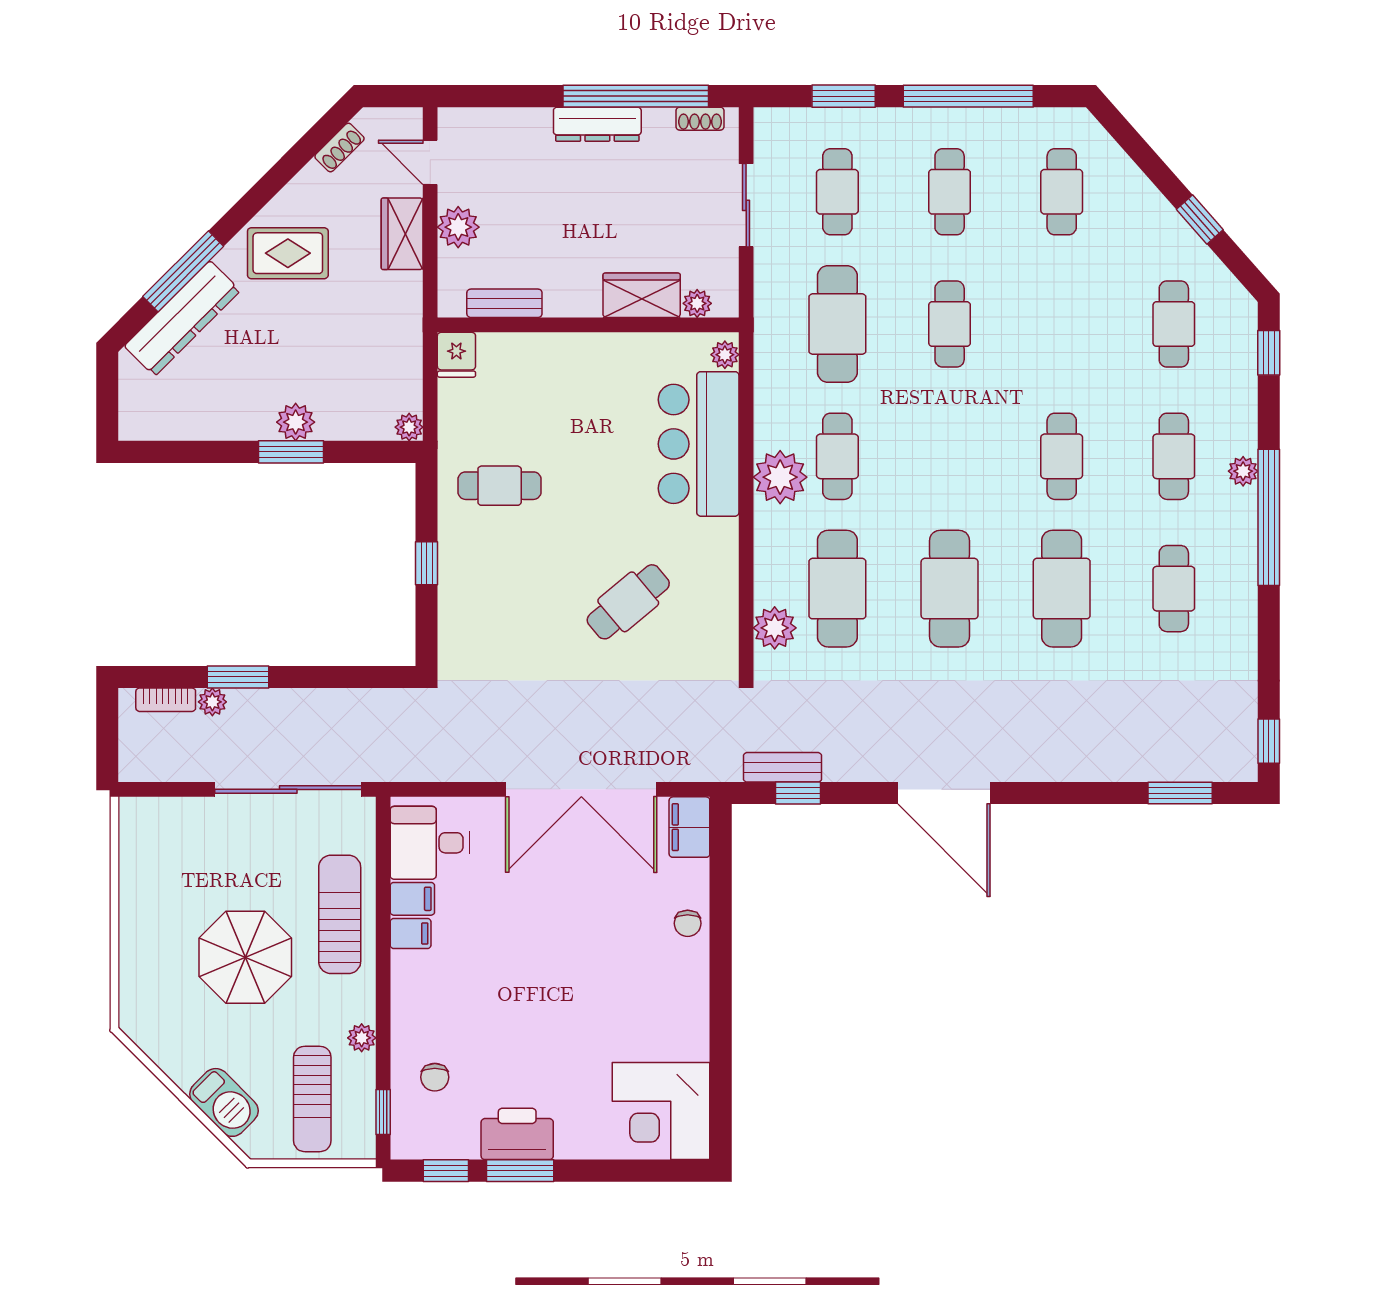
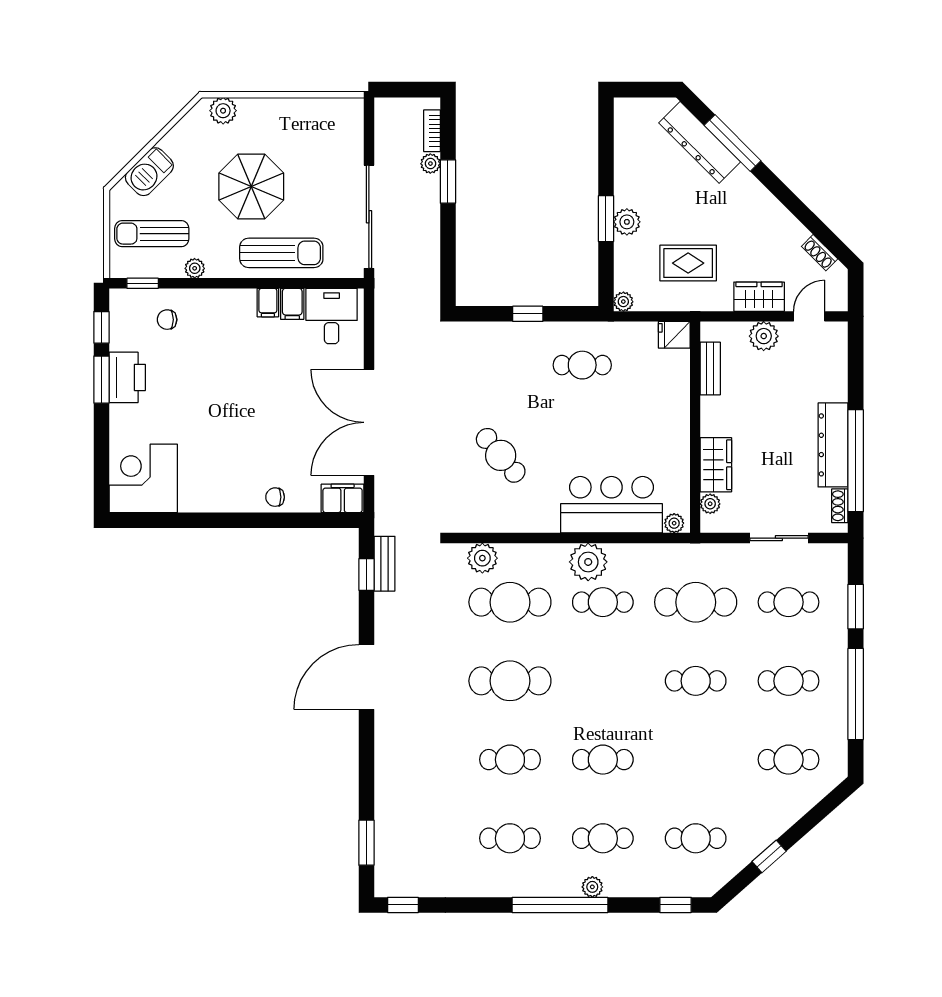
dresser: (597, 124) -> (833, 445), width x1.37, depth x1.24
rug: (288, 253) -> (688, 263), moved, turned 90
cafe table: (500, 486) -> (582, 365), turned 90
cafe table: (1062, 589) -> (510, 760), width x0.73, depth x0.74
plant: (137, 997) -> (223, 111), added

